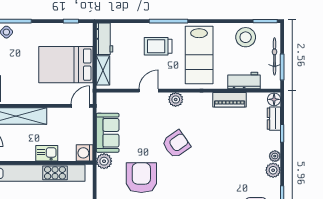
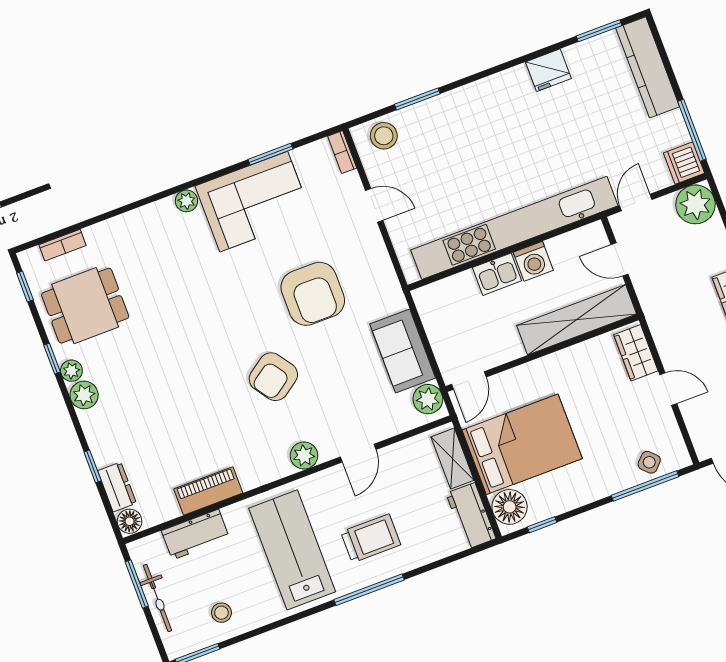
floor lamp: (84, 36) -> (510, 507), added
stool: (246, 37) -> (221, 613), width x0.53, depth x0.53
washing machine: (85, 153) -> (533, 261), moved, turned 90
plant: (275, 156) -> (71, 371), moved
plant: (104, 161) -> (428, 399), moved

